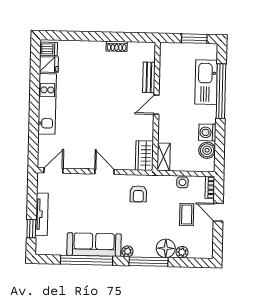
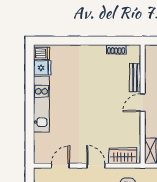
shoe rack: (117, 46) -> (116, 49), moved
wardrobe: (144, 156) -> (123, 156), moved, turned 90
door: (54, 171) -> (60, 166), moved

